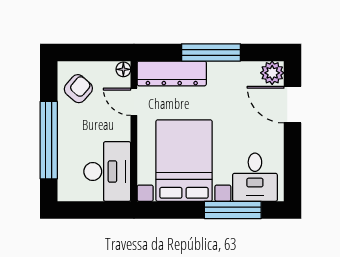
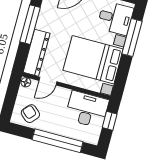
window: (99, 210) -> (110, 121), added

